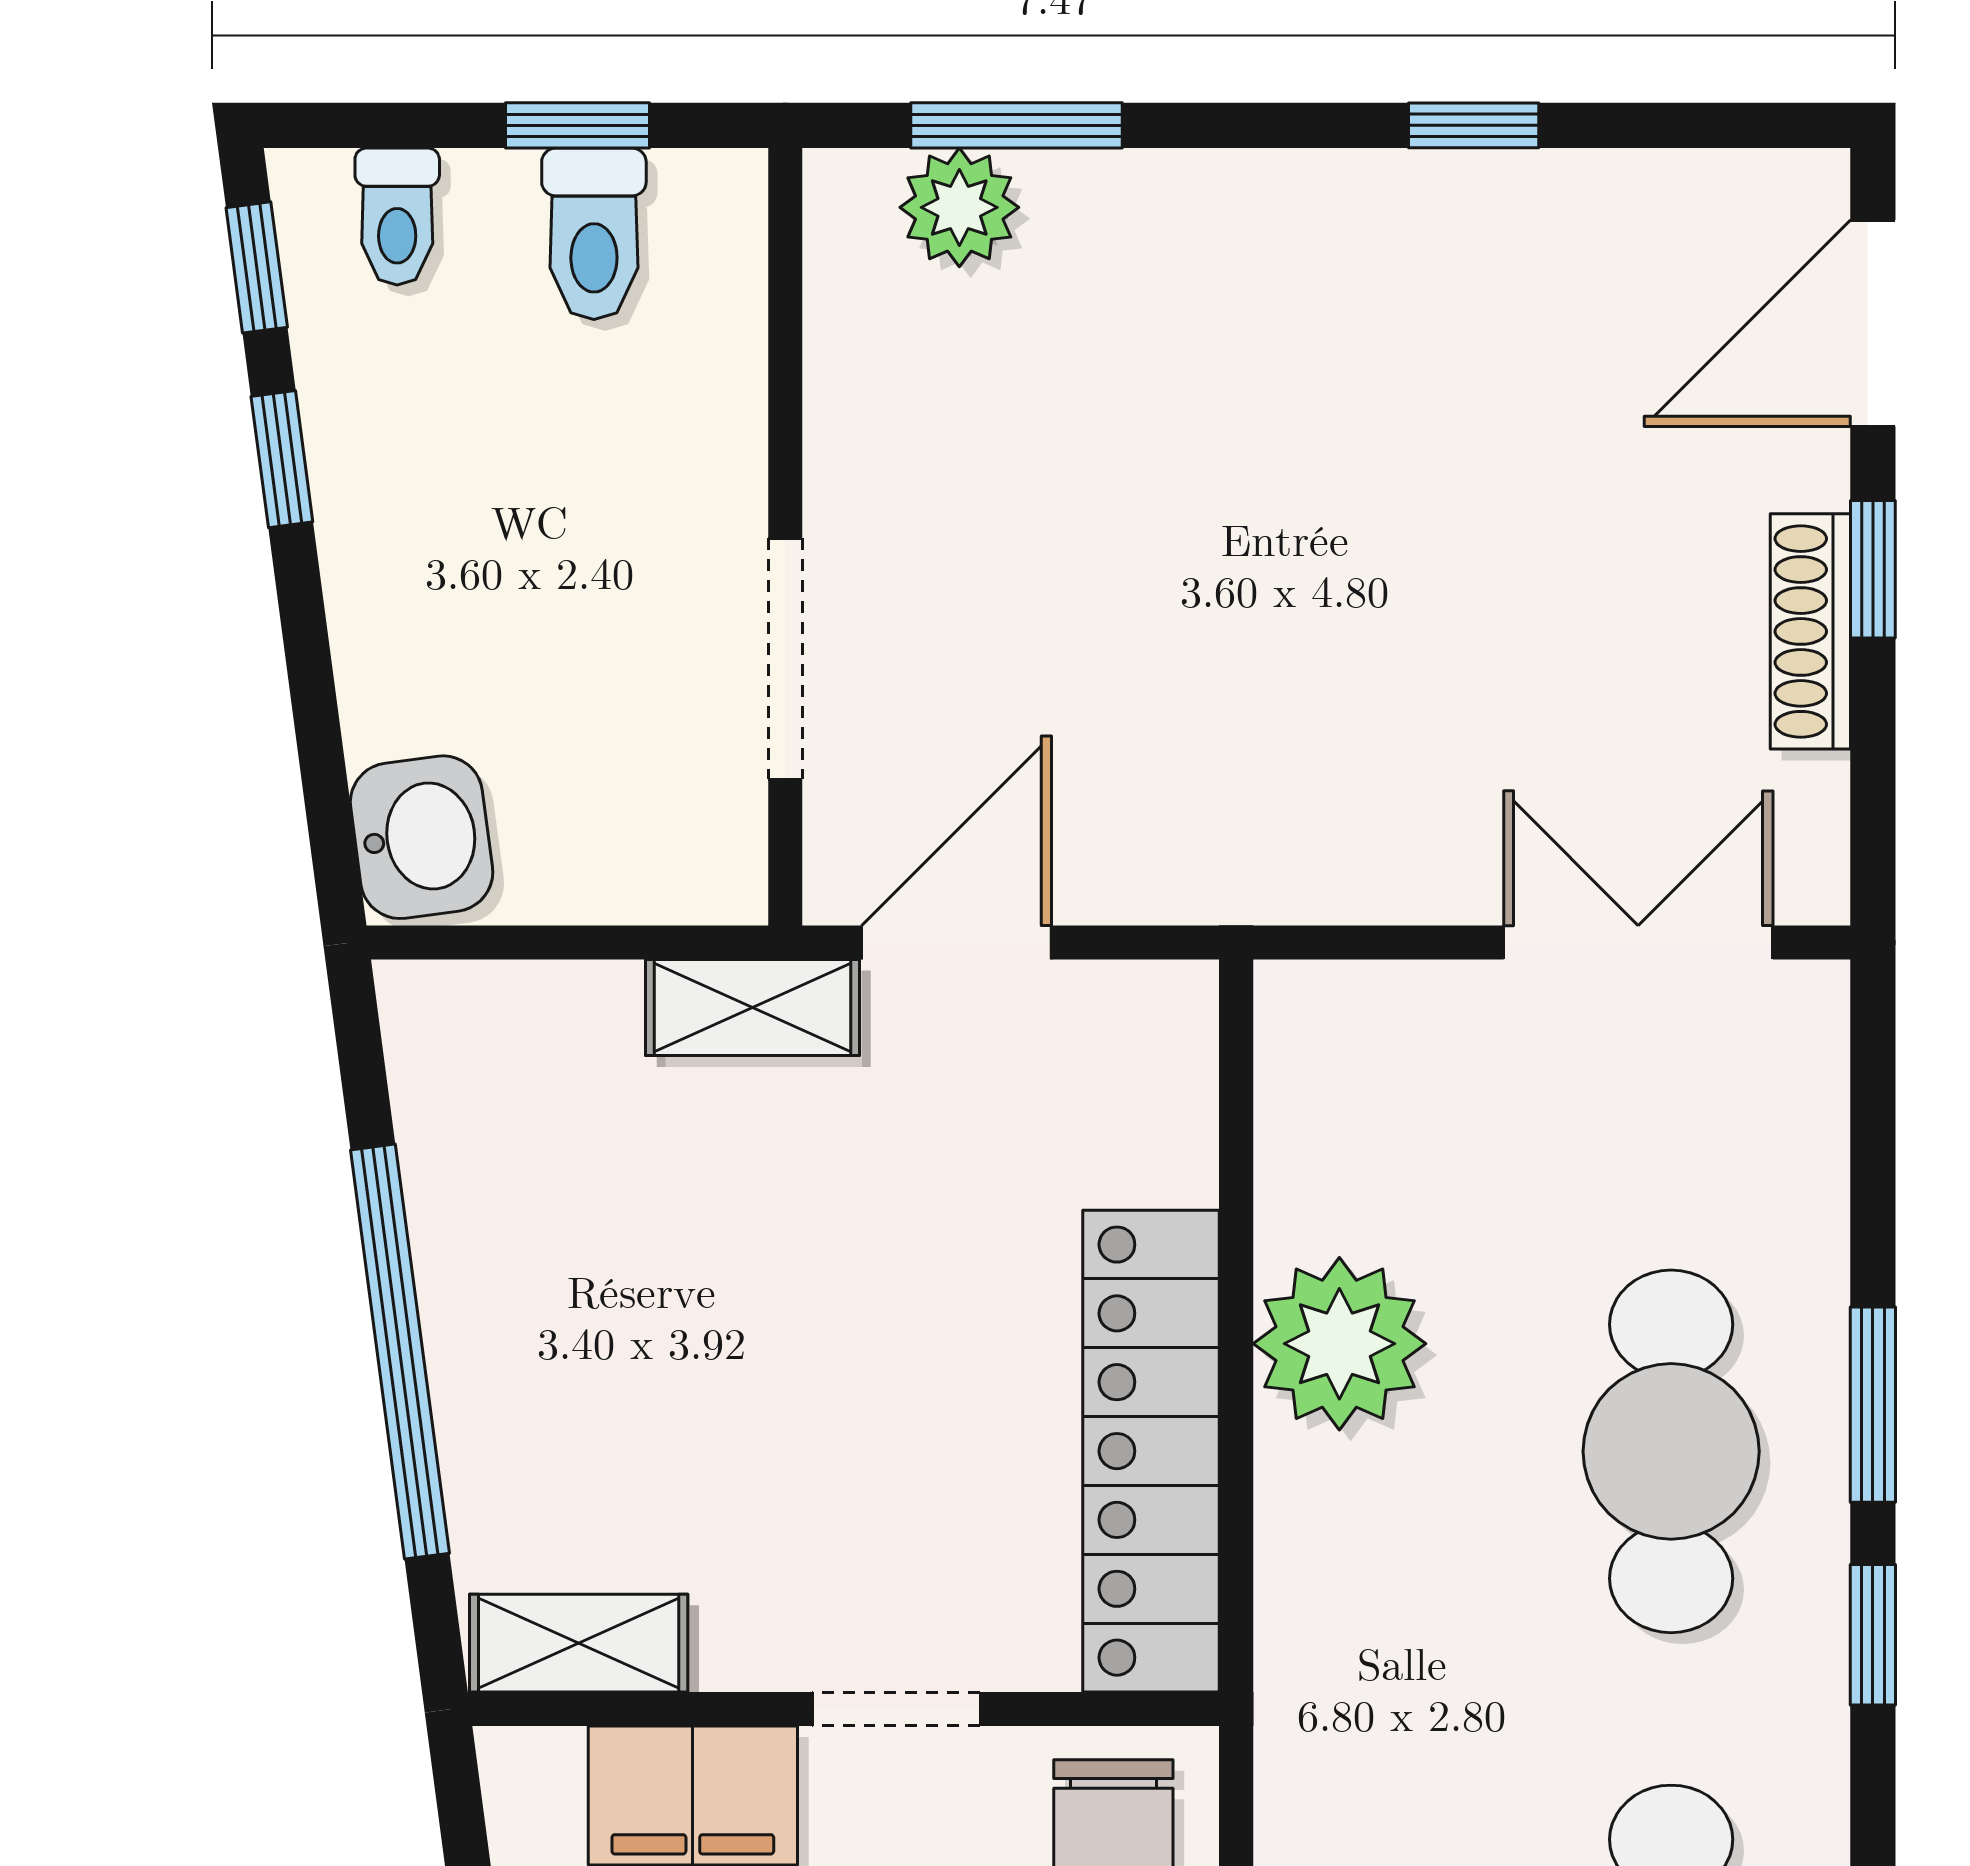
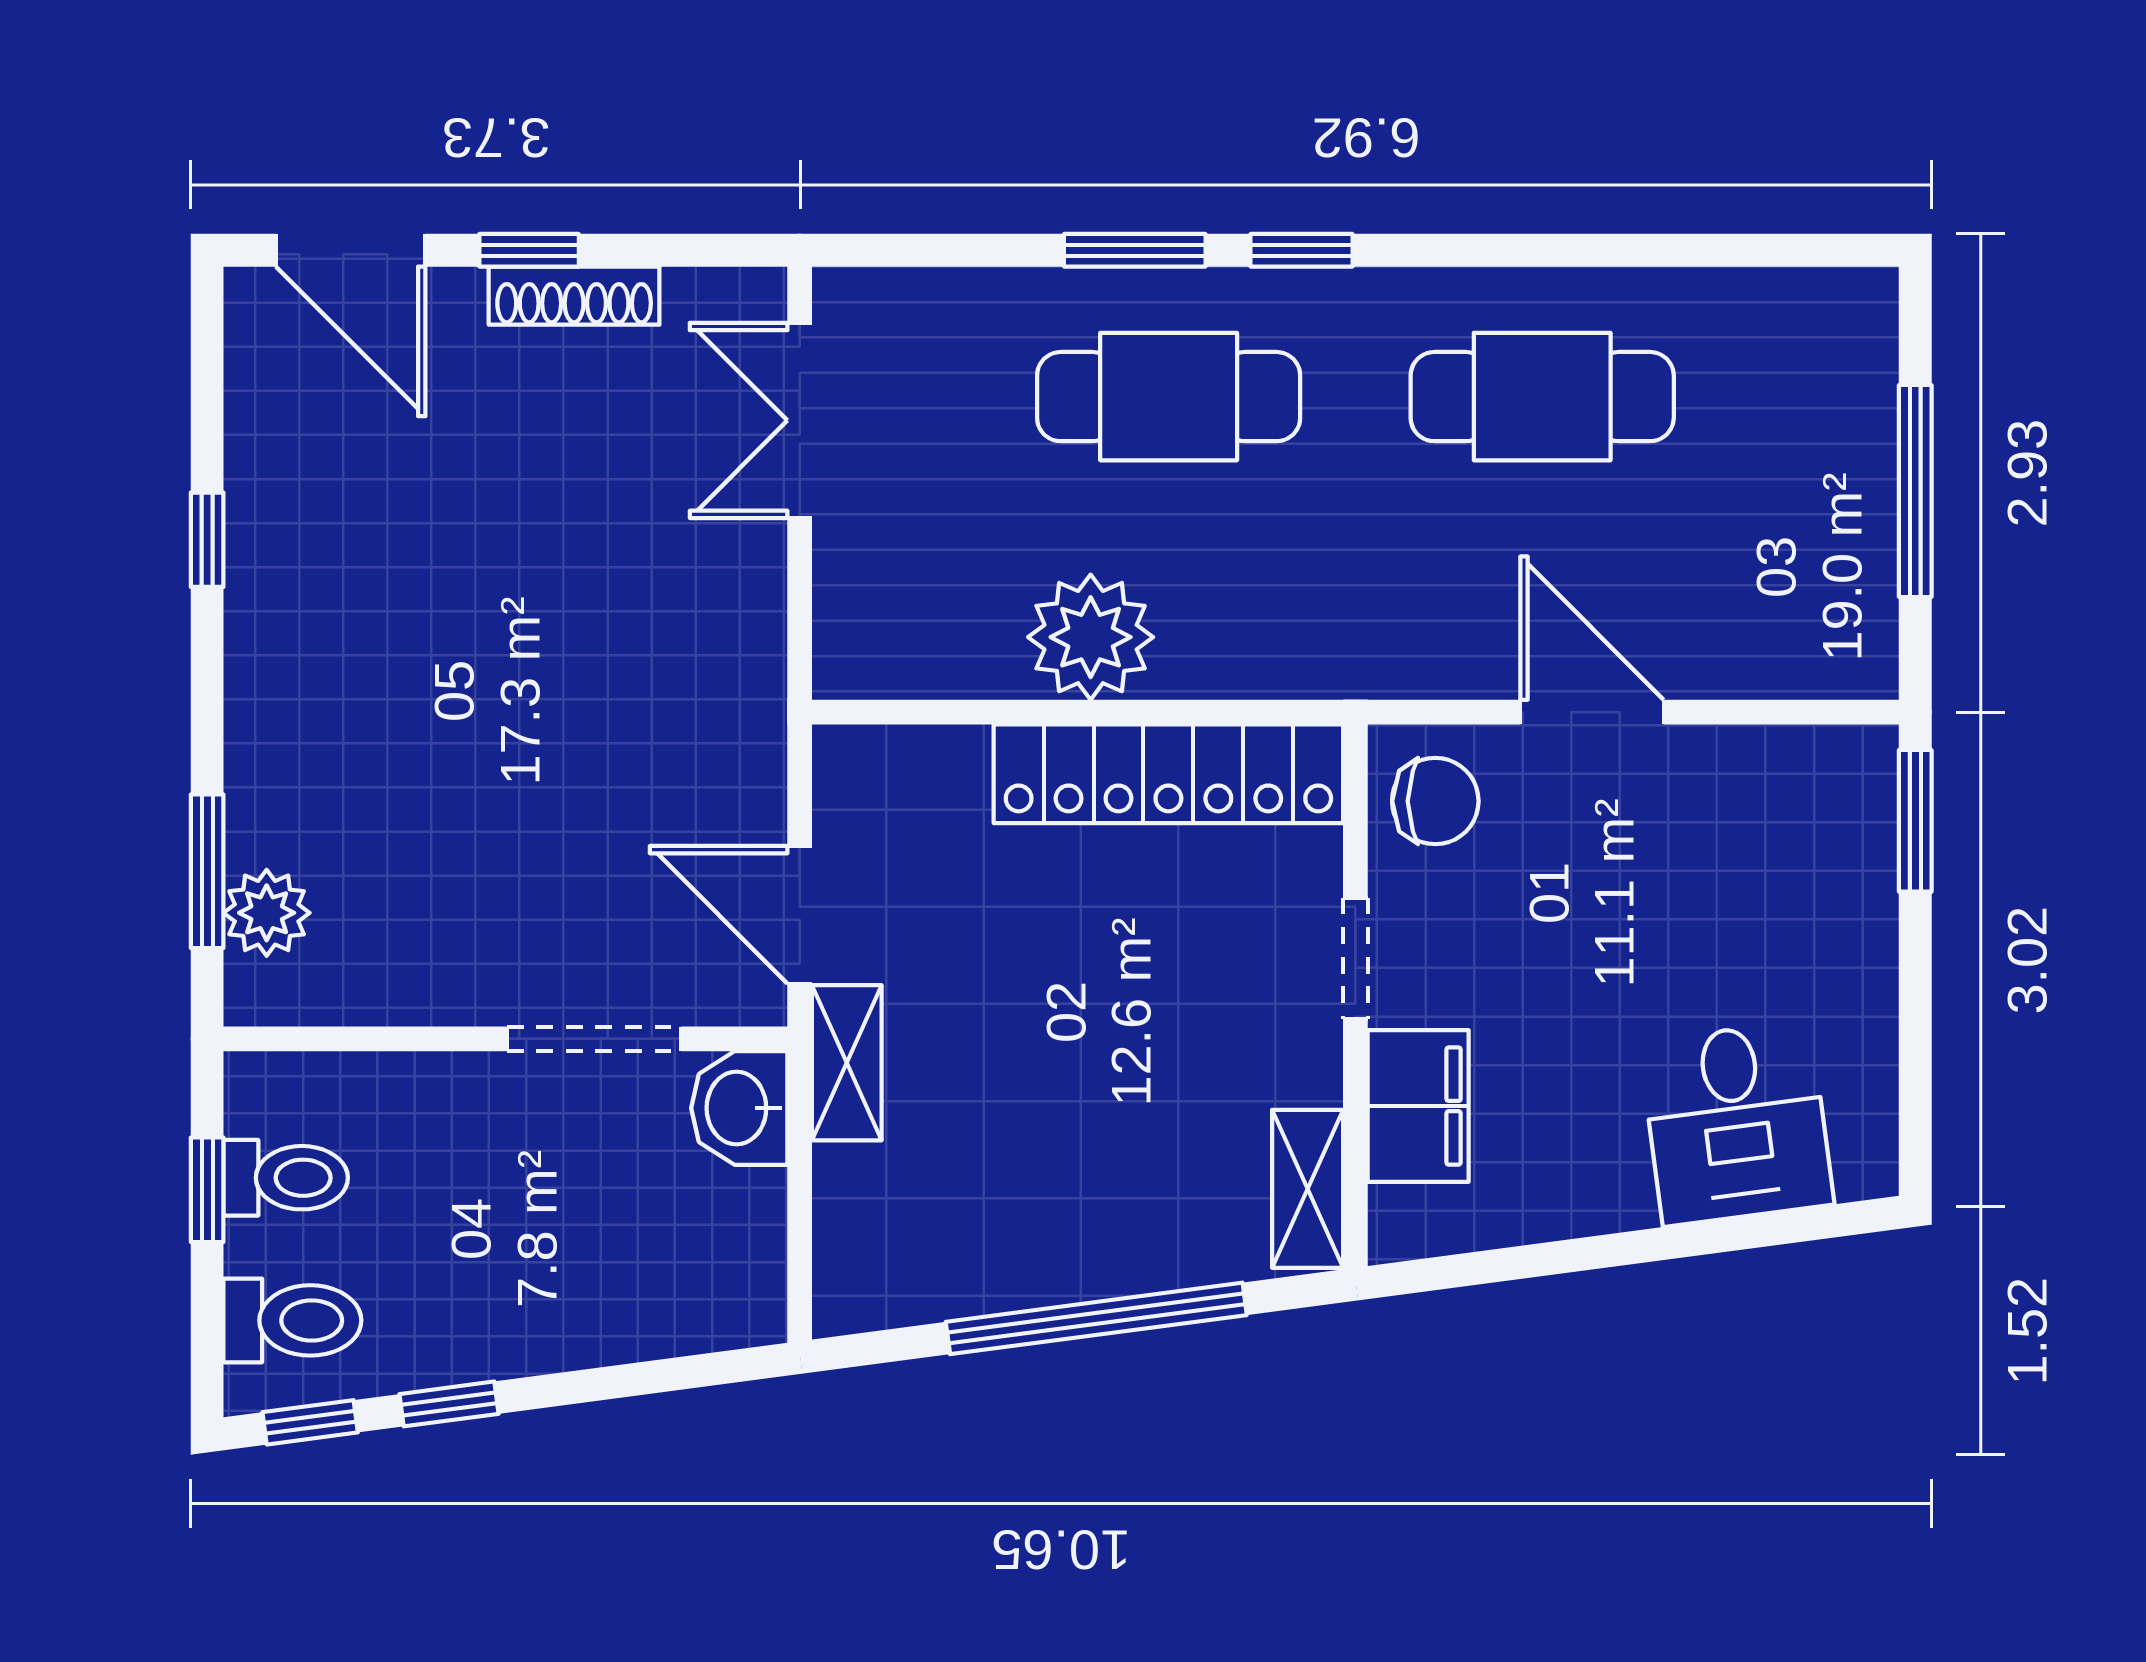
toilet: (397, 217) -> (292, 1320), width x1.37, depth x1.39
washbasin: (422, 837) -> (739, 1108), moved, turned -82

